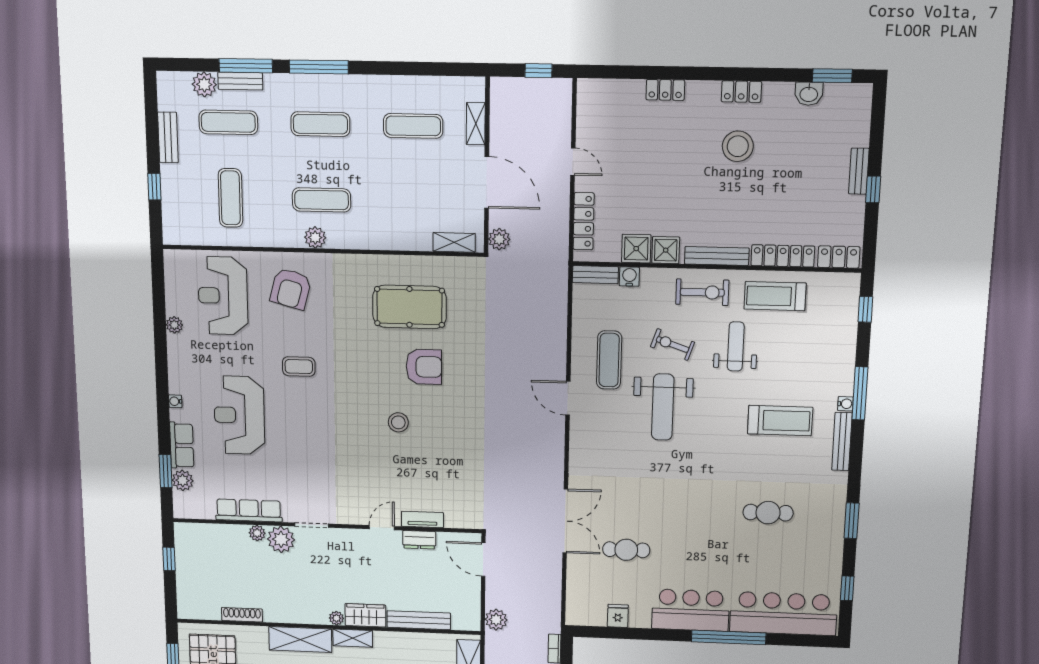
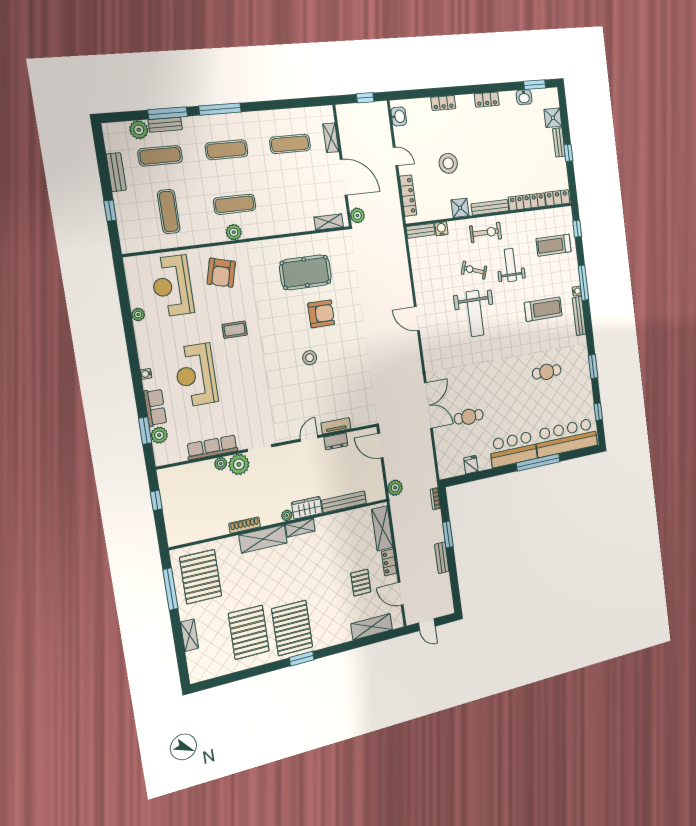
washbasin: (588, 103) -> (399, 116), added
stool: (738, 146) -> (448, 163), moved
shower: (636, 249) -> (553, 118), moved
treadmill: (775, 296) -> (554, 245), moved
exercise mat: (609, 360) -> (438, 287), removed
shoe rack: (242, 615) -> (245, 525), moved

